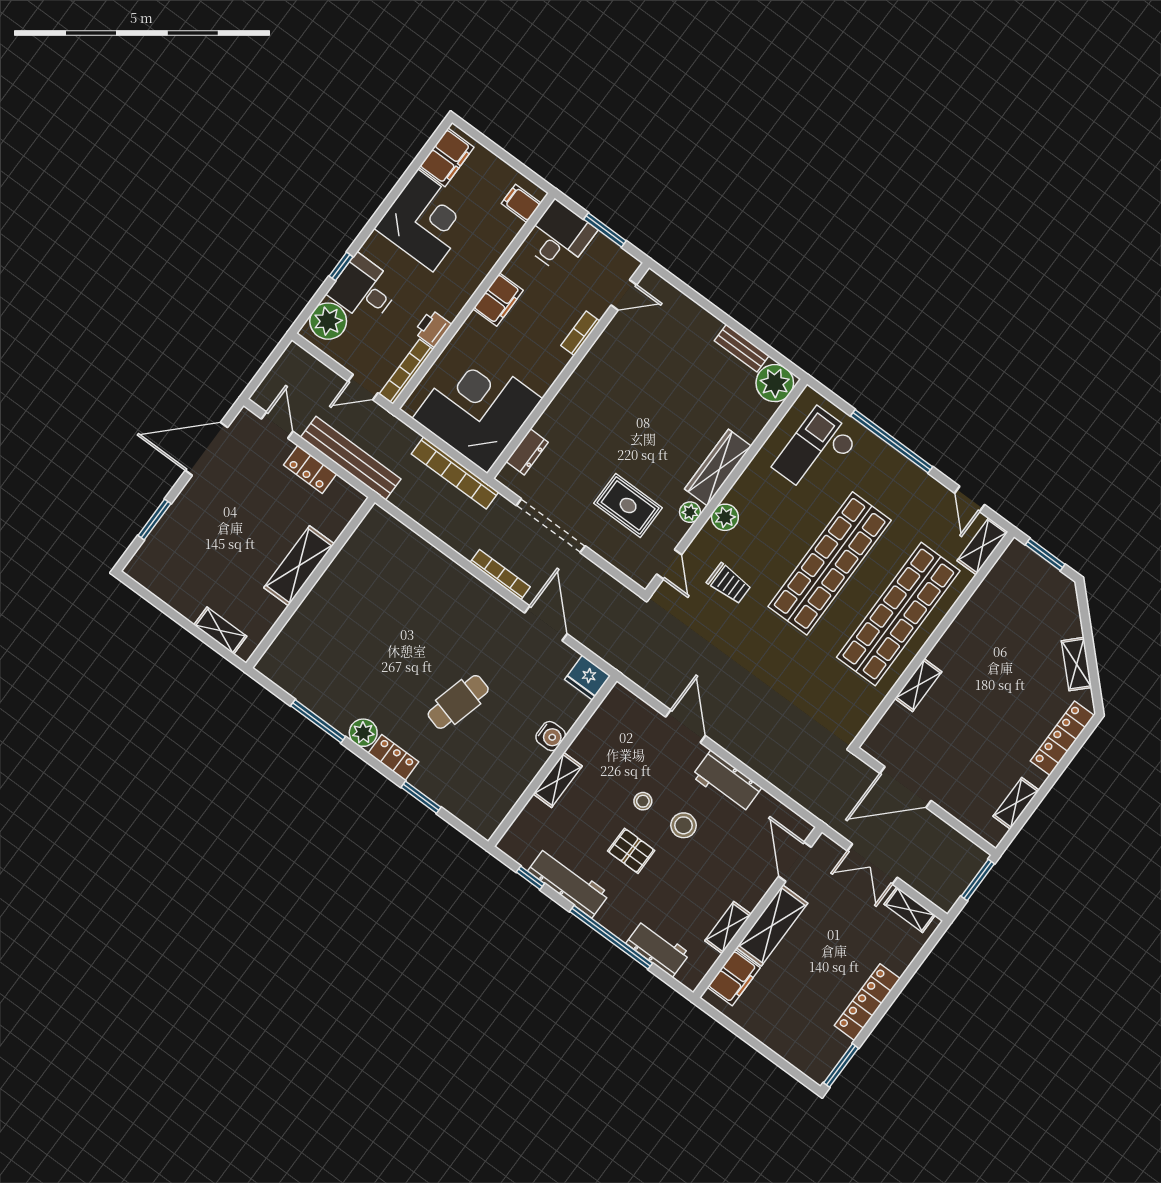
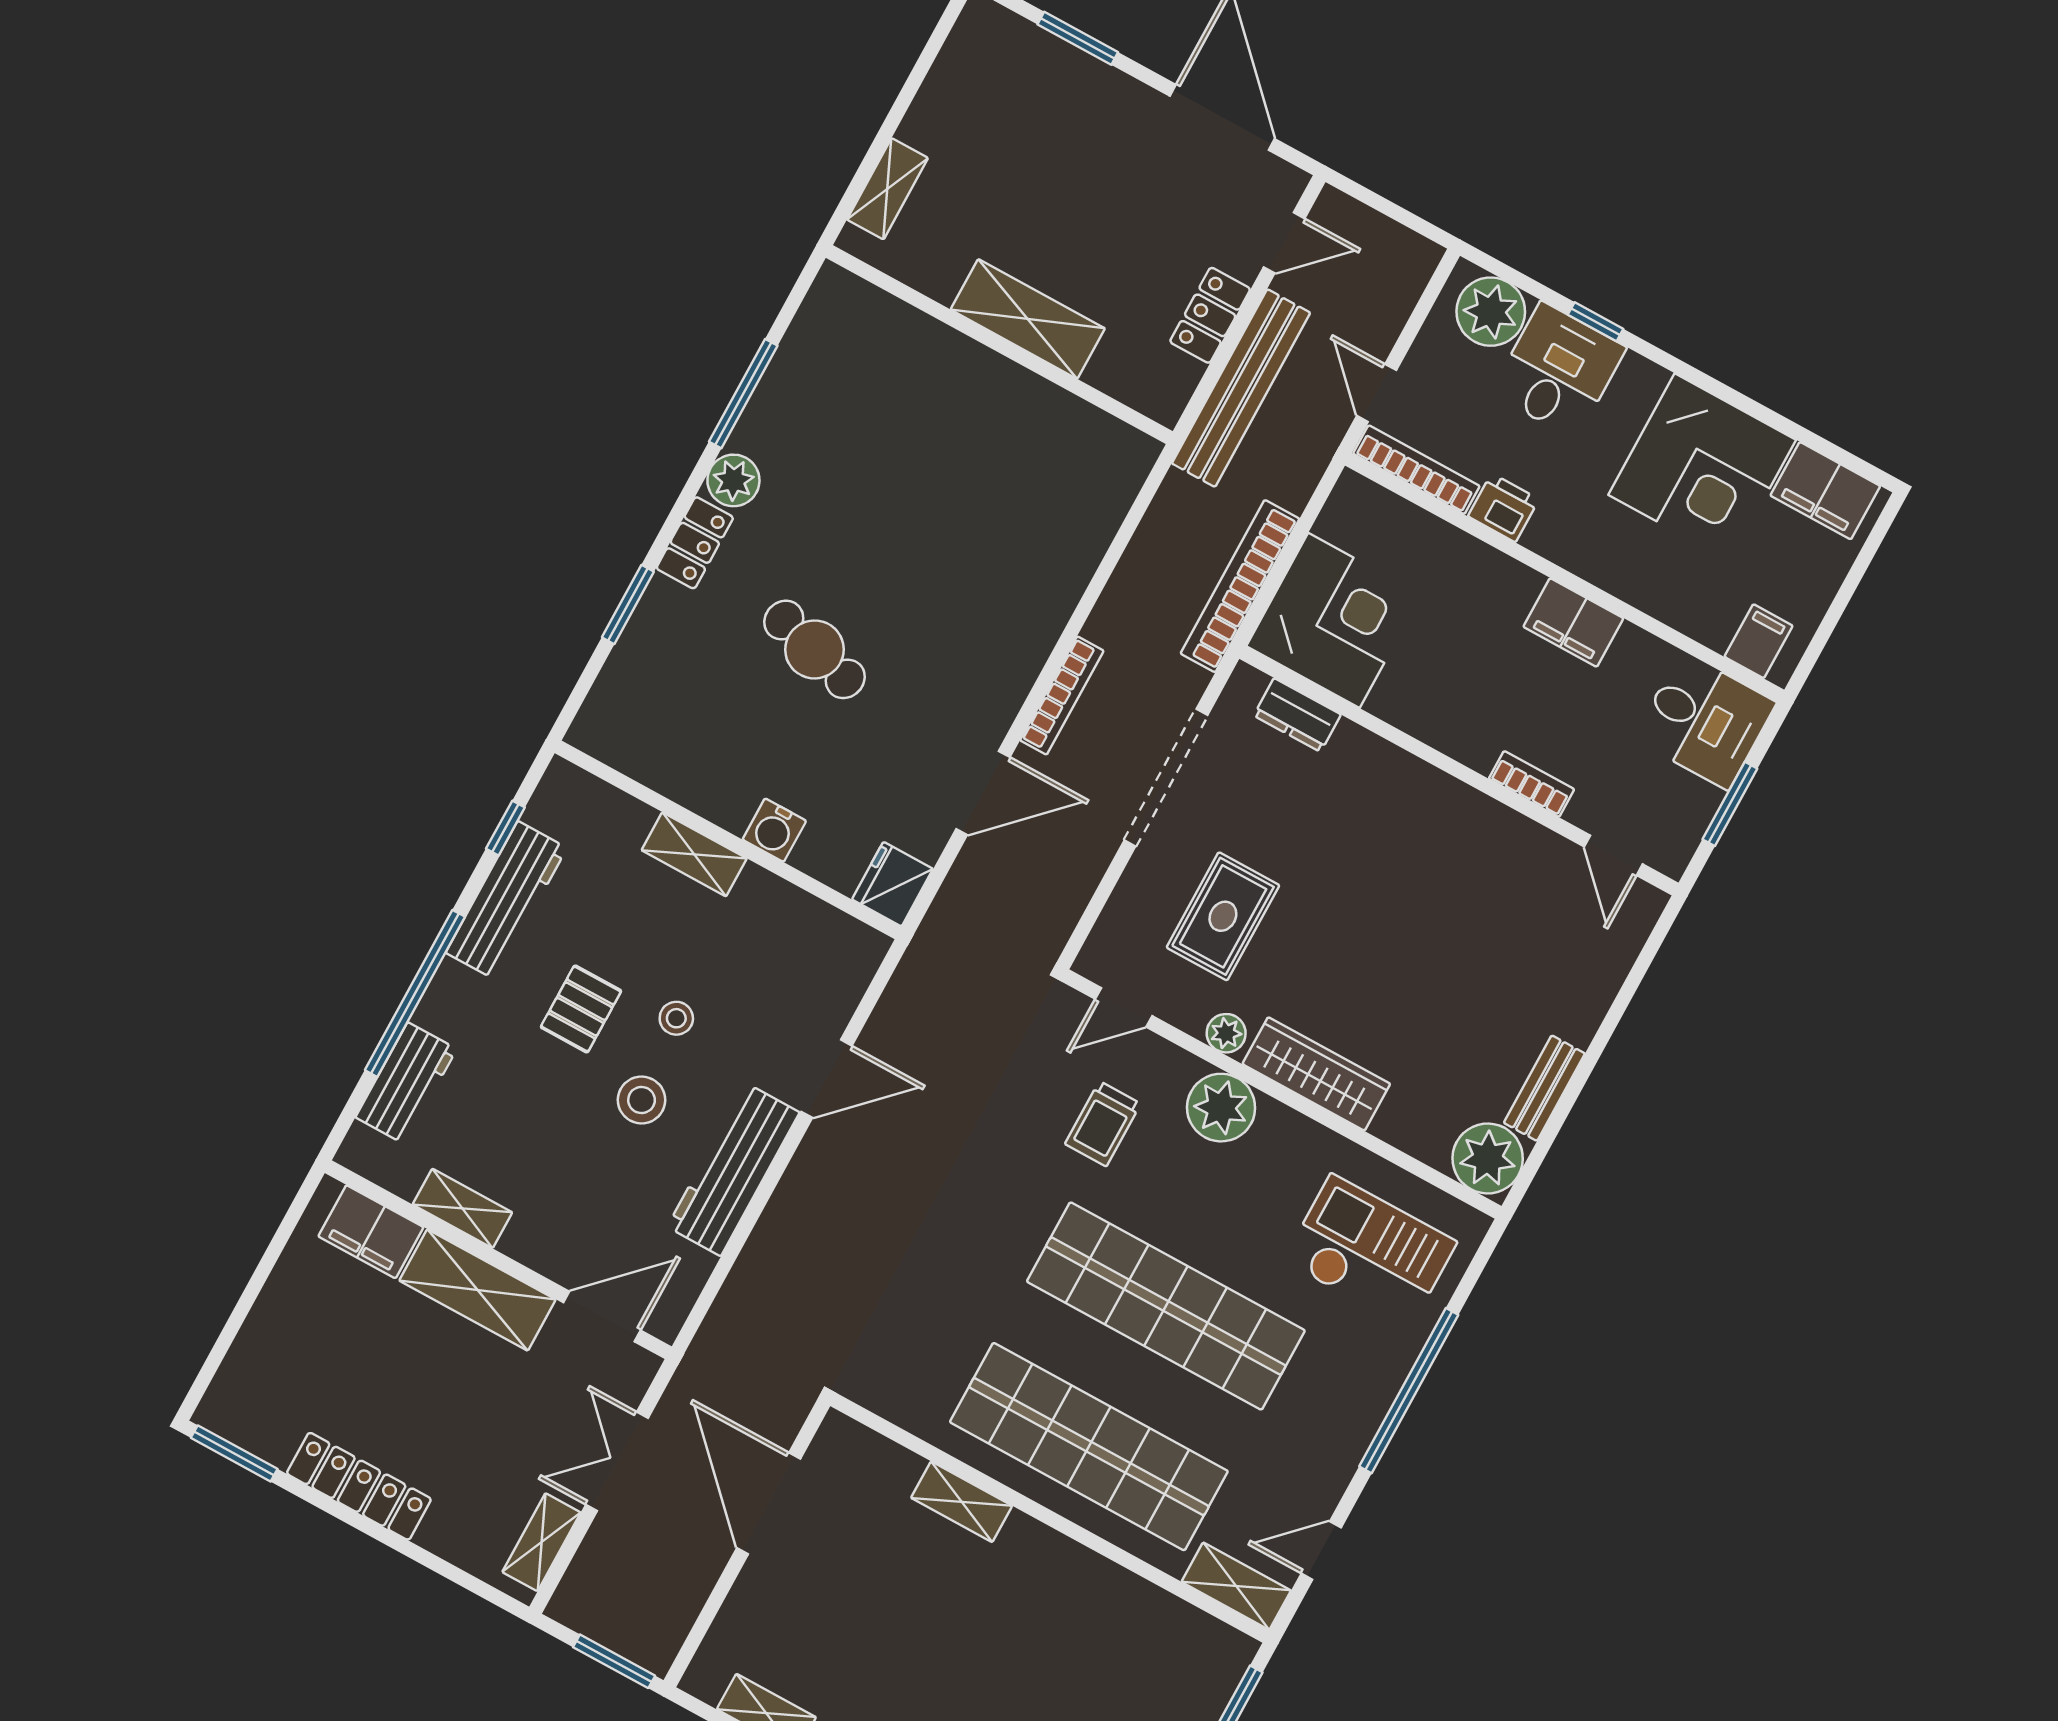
corner desk: (477, 408) -> (1334, 620), width x0.74, depth x0.74
plant: (725, 517) -> (1221, 1108), width x1.36, depth x1.36
workbench: (727, 782) -> (733, 1170), width x1.38

